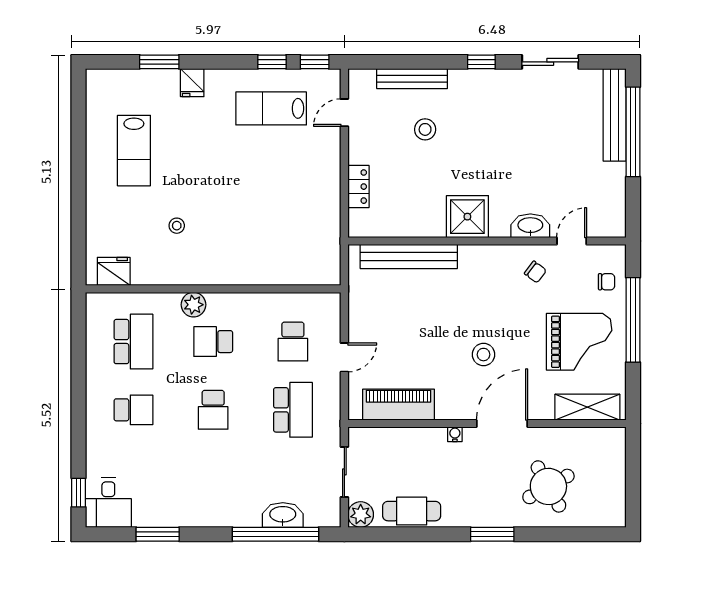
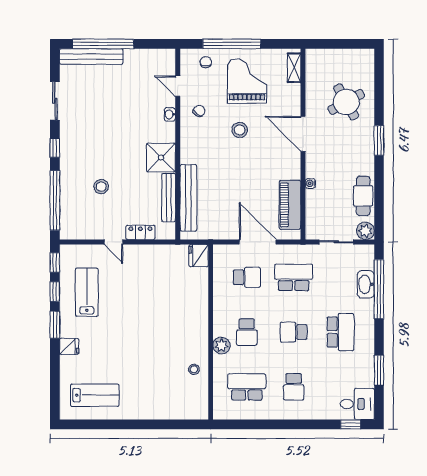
window: (159, 62) -> (55, 325), moved
window: (405, 62) -> (55, 200), added
bench: (412, 79) -> (169, 198), moved
lab bench: (271, 108) -> (87, 292), turned 180
door: (344, 113) -> (114, 242), moved
lab bench: (134, 151) -> (95, 395), moved
stool: (177, 226) -> (194, 369), moved
washbasin: (530, 226) -> (170, 114), width x0.52, depth x0.69
fridge: (114, 271) -> (199, 256), moved
stool: (484, 355) -> (240, 130), moved
door: (344, 357) -> (258, 242), width x1.87
shelving: (587, 407) -> (294, 68), width x0.67, depth x0.75
school desk: (133, 410) -> (294, 387), turned 180
school desk: (213, 410) -> (294, 332), turned 180
water cooler: (455, 434) -> (310, 183), moved
school desk: (213, 478) -> (340, 332), added

